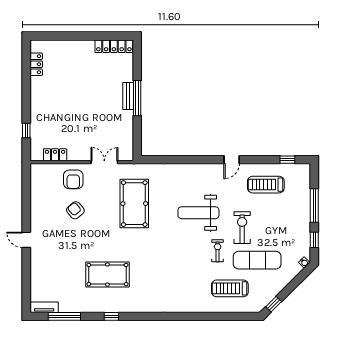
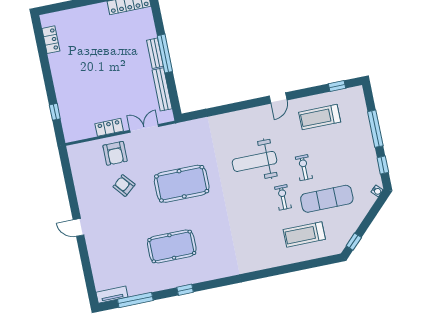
bench: (128, 130) -> (162, 89), added
locker: (55, 155) -> (109, 127), moved
pool table: (134, 204) -> (182, 184), moved, turned 90
exercise bike: (242, 228) -> (304, 168), width x0.73, depth x0.72

